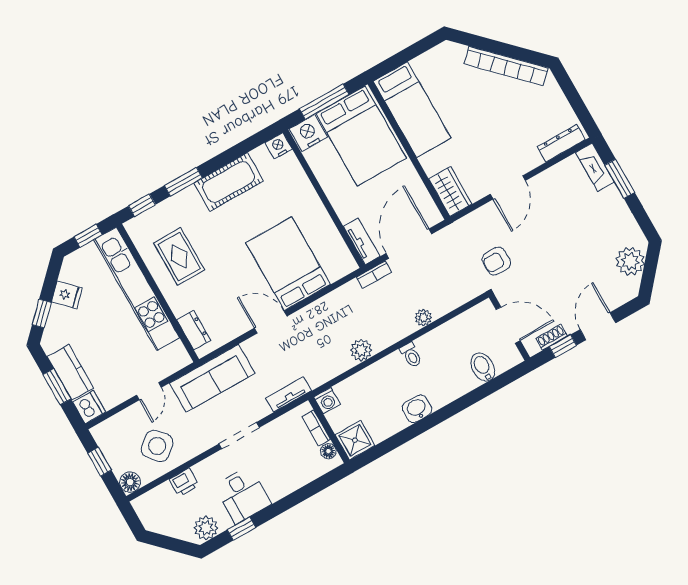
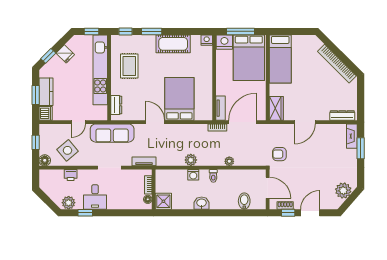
washing machine: (327, 401) -> (193, 175), moved

